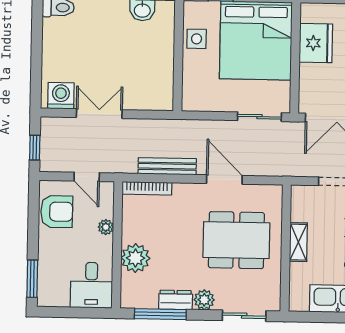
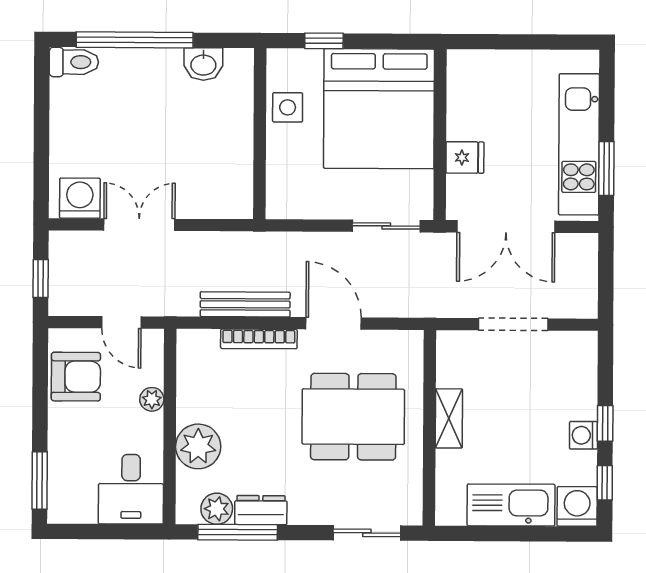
fridge: (316, 43) -> (465, 157), moved, width x0.53, depth x0.75
bookcase: (147, 188) -> (259, 339), moved
plant: (204, 300) -> (217, 509), moved

